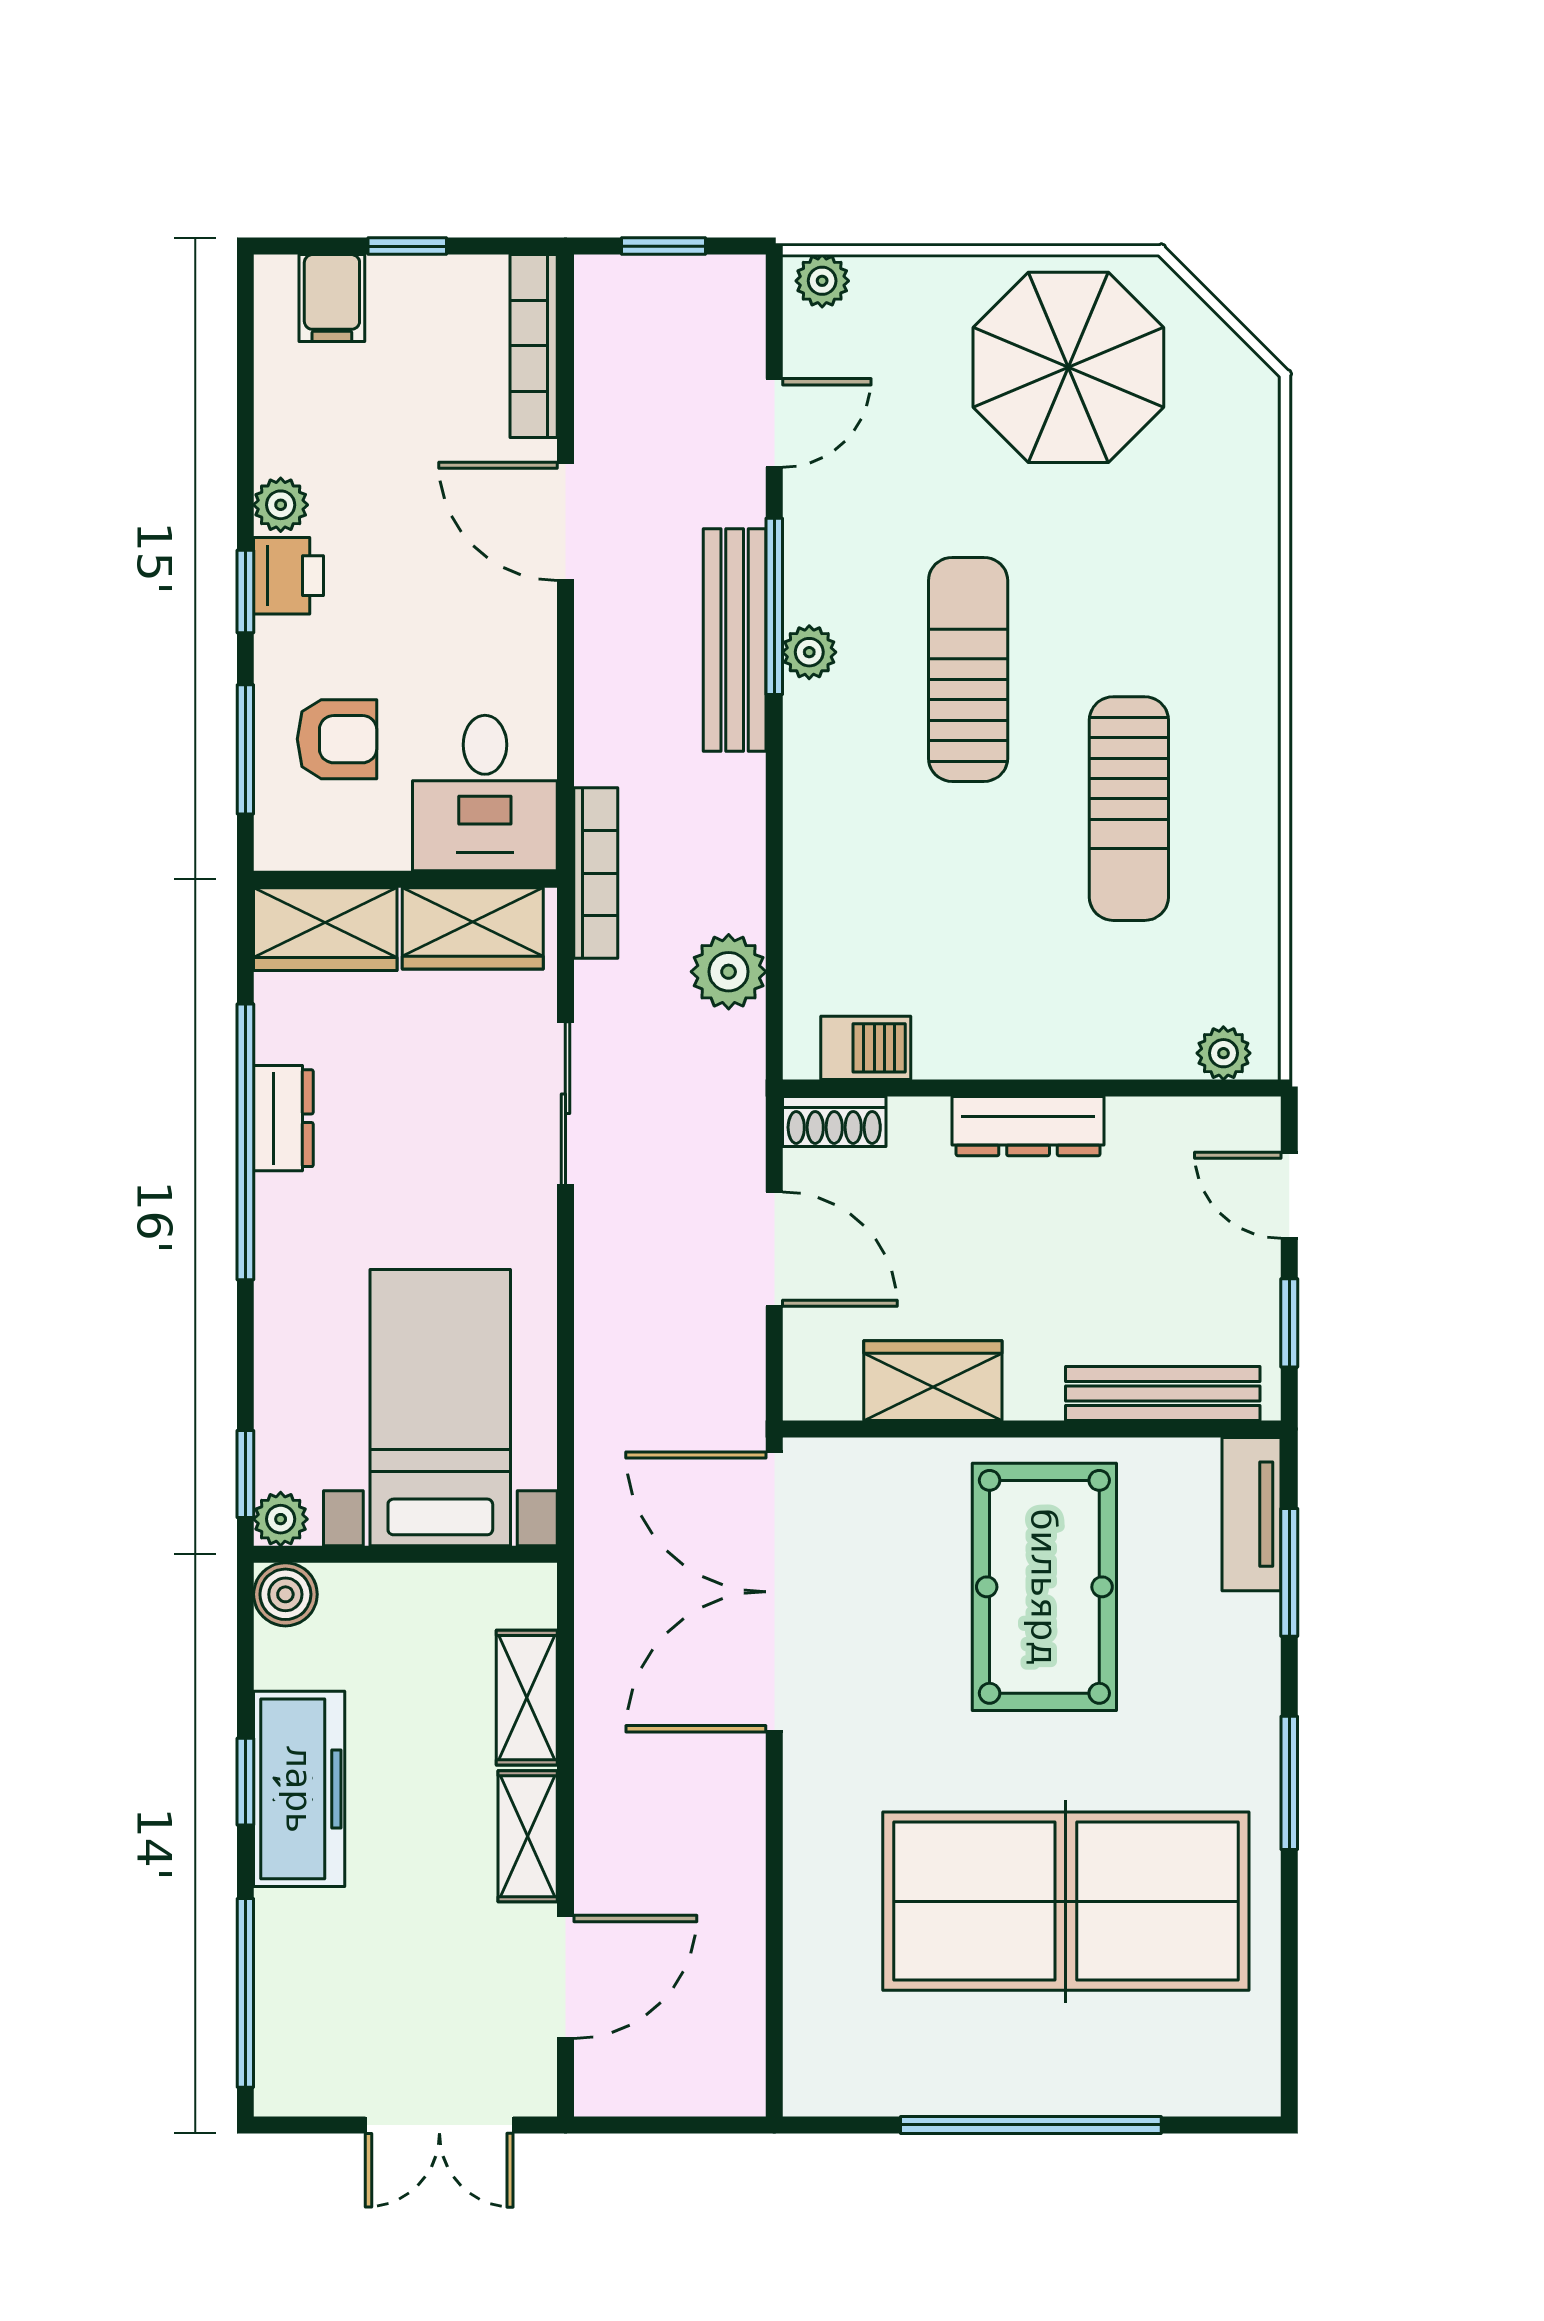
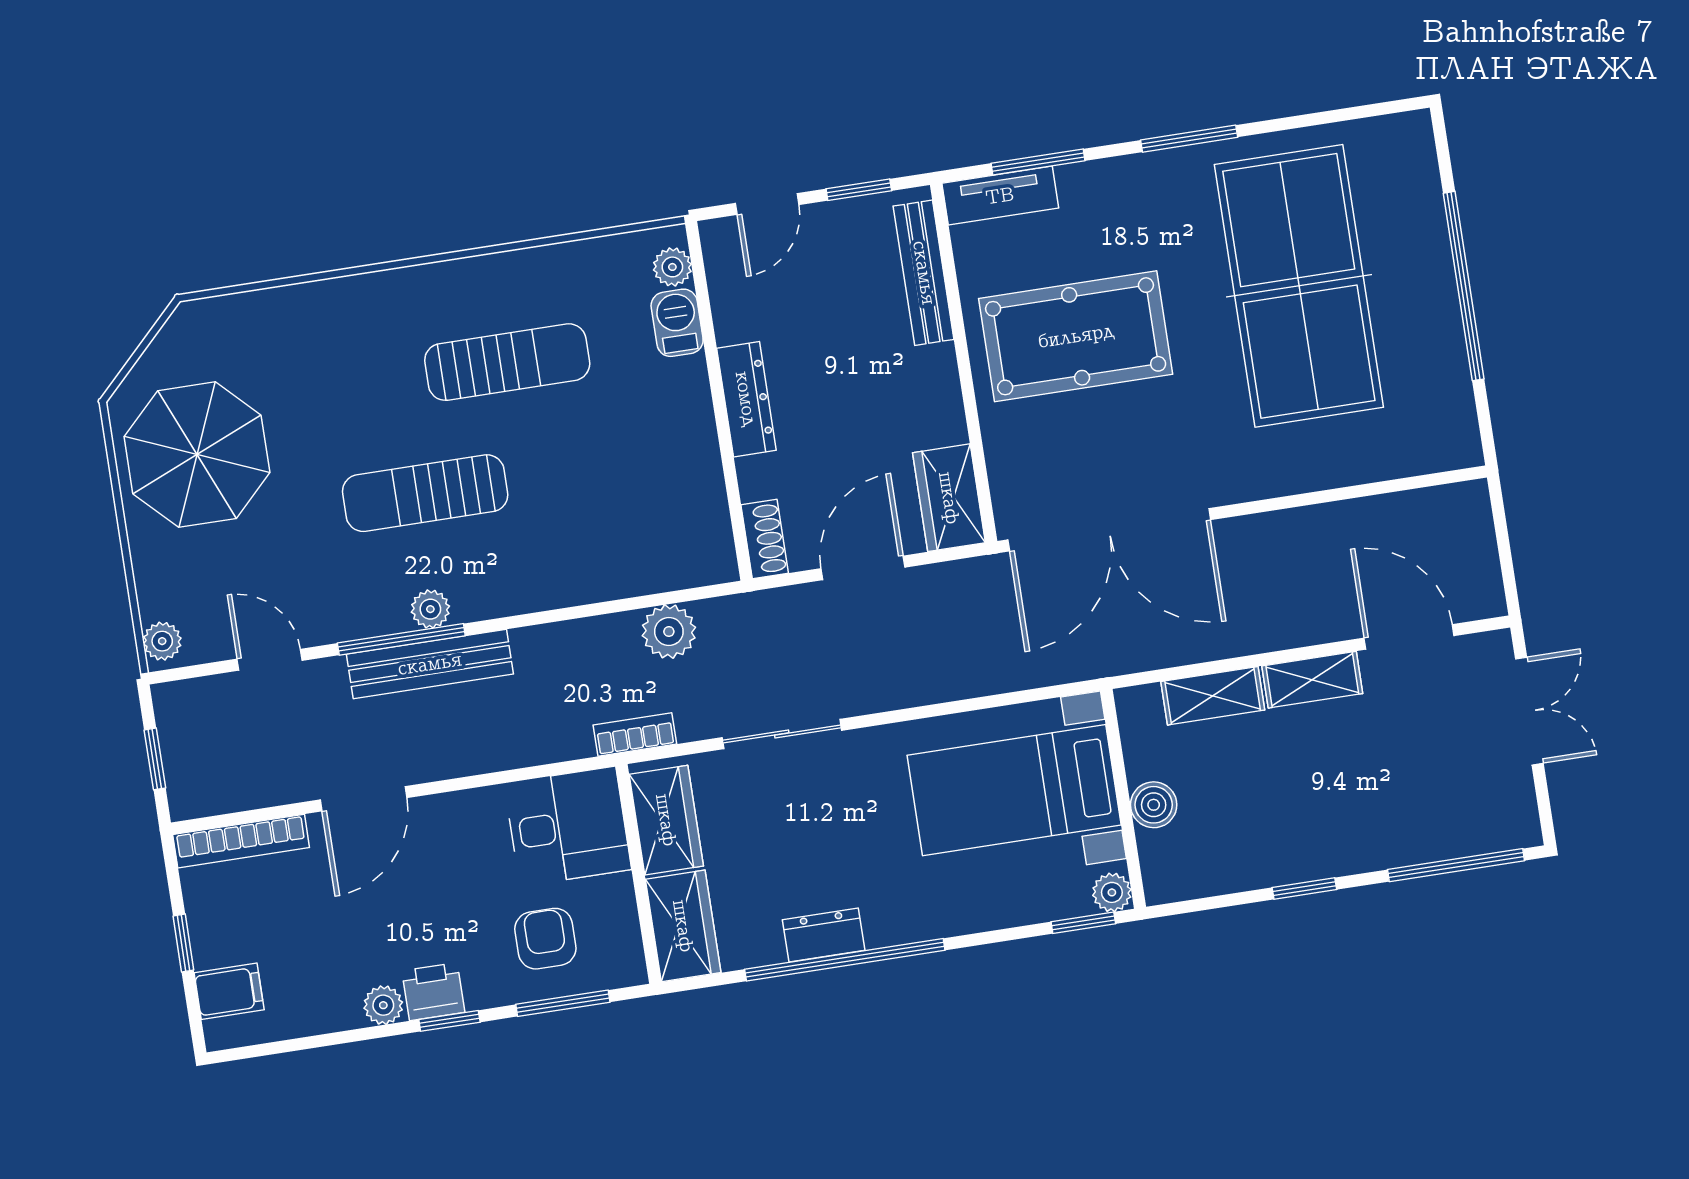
bookcase: (596, 873) -> (635, 735), width x0.64
barbecue: (866, 1048) -> (677, 323), moved
wardrobe: (933, 1381) -> (949, 498), moved
boiler: (285, 1594) -> (1154, 805), moved
freezer: (299, 1789) -> (1304, 849), removed

